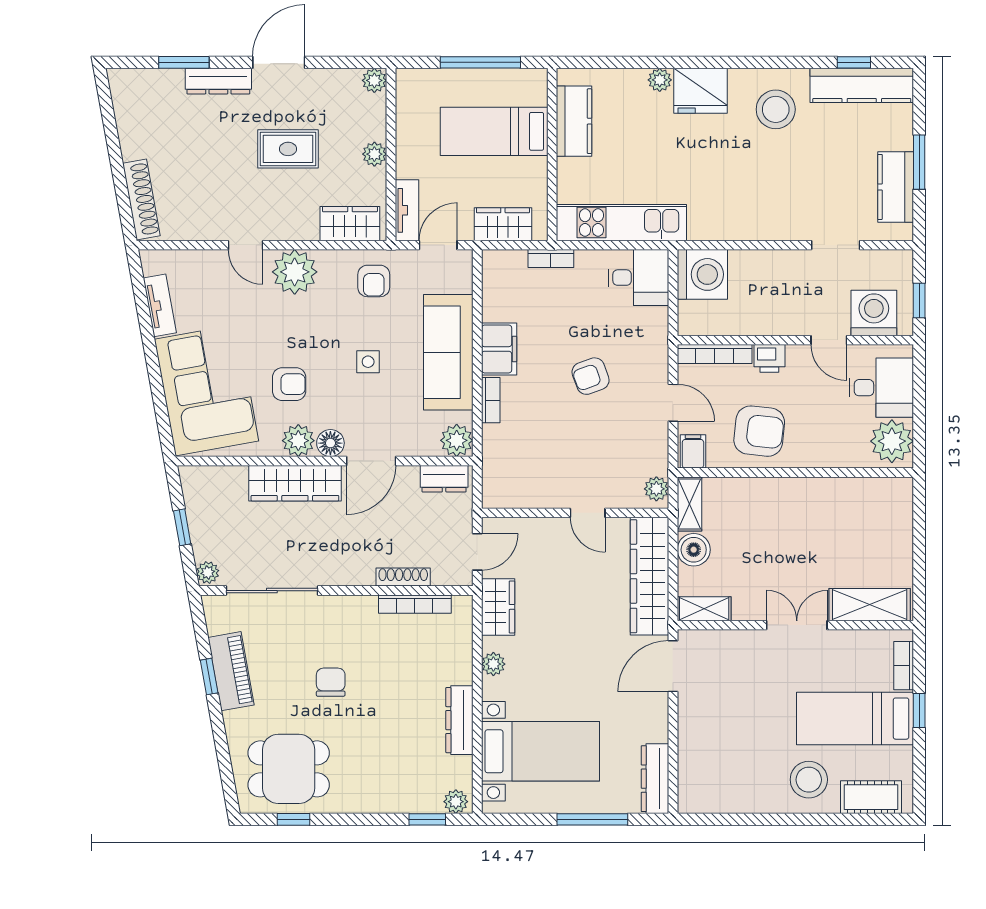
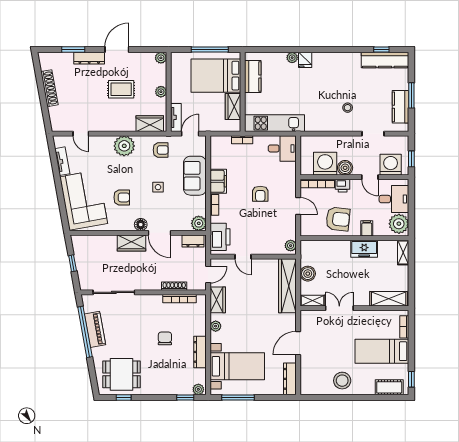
fridge: (700, 91) -> (305, 60), width x0.53, depth x0.75
stool: (776, 109) -> (348, 108), moved, width x0.53, depth x0.53
bed: (494, 131) -> (216, 76), width x1.50
shoe rack: (141, 199) -> (49, 88), moved
wardrobe: (503, 224) -> (233, 107), moved, turned -90
door: (245, 245) -> (81, 134), moved
washing machine: (702, 274) -> (325, 164), moved, turned -90
armchair: (374, 281) -> (161, 150), turned -90
boiler: (775, 320) -> (345, 168), added
sofa: (448, 352) -> (195, 176), width x0.73
armchair: (591, 376) -> (260, 194), turned -70
plant: (298, 441) -> (126, 223), removed
filing cabinet: (693, 451) -> (367, 228), moved
door: (371, 461) -> (159, 233), hinge flipped
printer: (503, 470) -> (220, 237), added
wardrobe: (295, 483) -> (131, 243), width x0.67
freezer: (816, 496) -> (364, 249), added
shelving: (689, 504) -> (403, 253), moved
door: (588, 513) -> (243, 257), moved
plant: (208, 572) -> (84, 284), removed
double door: (797, 625) -> (339, 308), moved
door: (673, 666) -> (298, 343), moved
window: (209, 677) -> (85, 332), width x3.17
chair: (331, 682) -> (165, 338), moved
window: (919, 710) -> (411, 379), moved
stool: (809, 780) -> (342, 381), moved
window: (592, 819) -> (238, 398), moved

